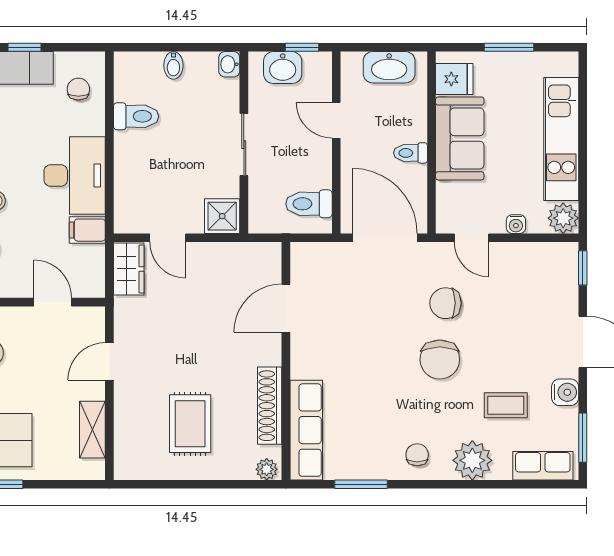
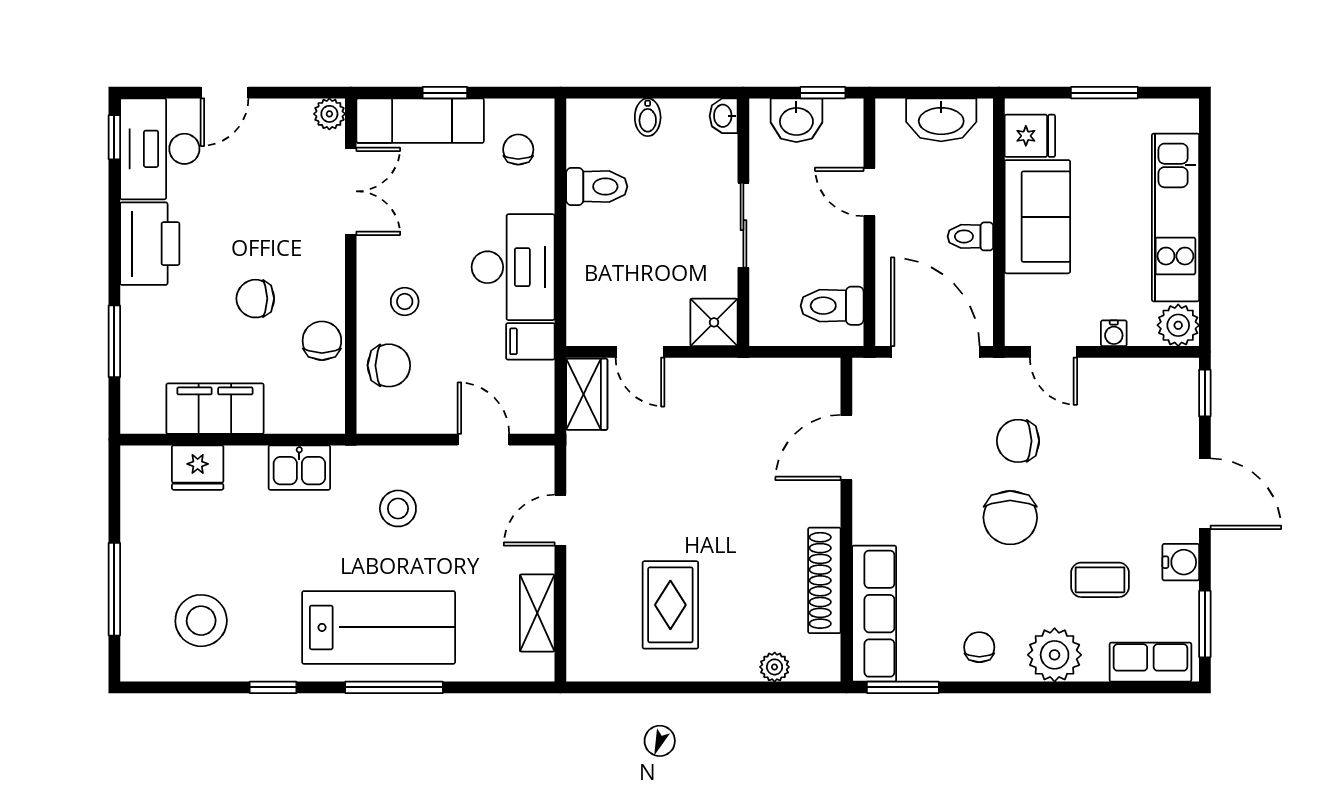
door: (286, 308) -> (846, 448), moved
wall: (286, 361) -> (846, 520), moved
shoe rack: (270, 406) -> (824, 580), moved
row of seats: (306, 430) -> (874, 614), moved

